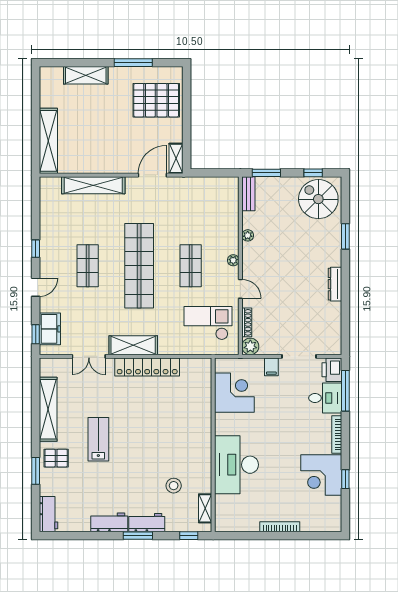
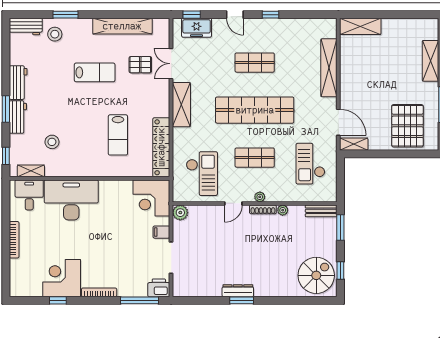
shelving: (48, 141) -> (360, 26), width x0.68
checkout: (197, 205) -> (310, 164), added
window: (345, 236) -> (242, 300), moved
shoe rack: (247, 322) -> (263, 209), moved
locker: (147, 367) -> (161, 147), moved
corner desk: (234, 393) -> (151, 198), moved, turned 90
desk: (325, 398) -> (29, 195), moved, turned 180
lab bench: (166, 414) -> (118, 135), added
pallet: (56, 458) -> (140, 65), moved, turned 90
stool: (57, 483) -> (55, 34), added

